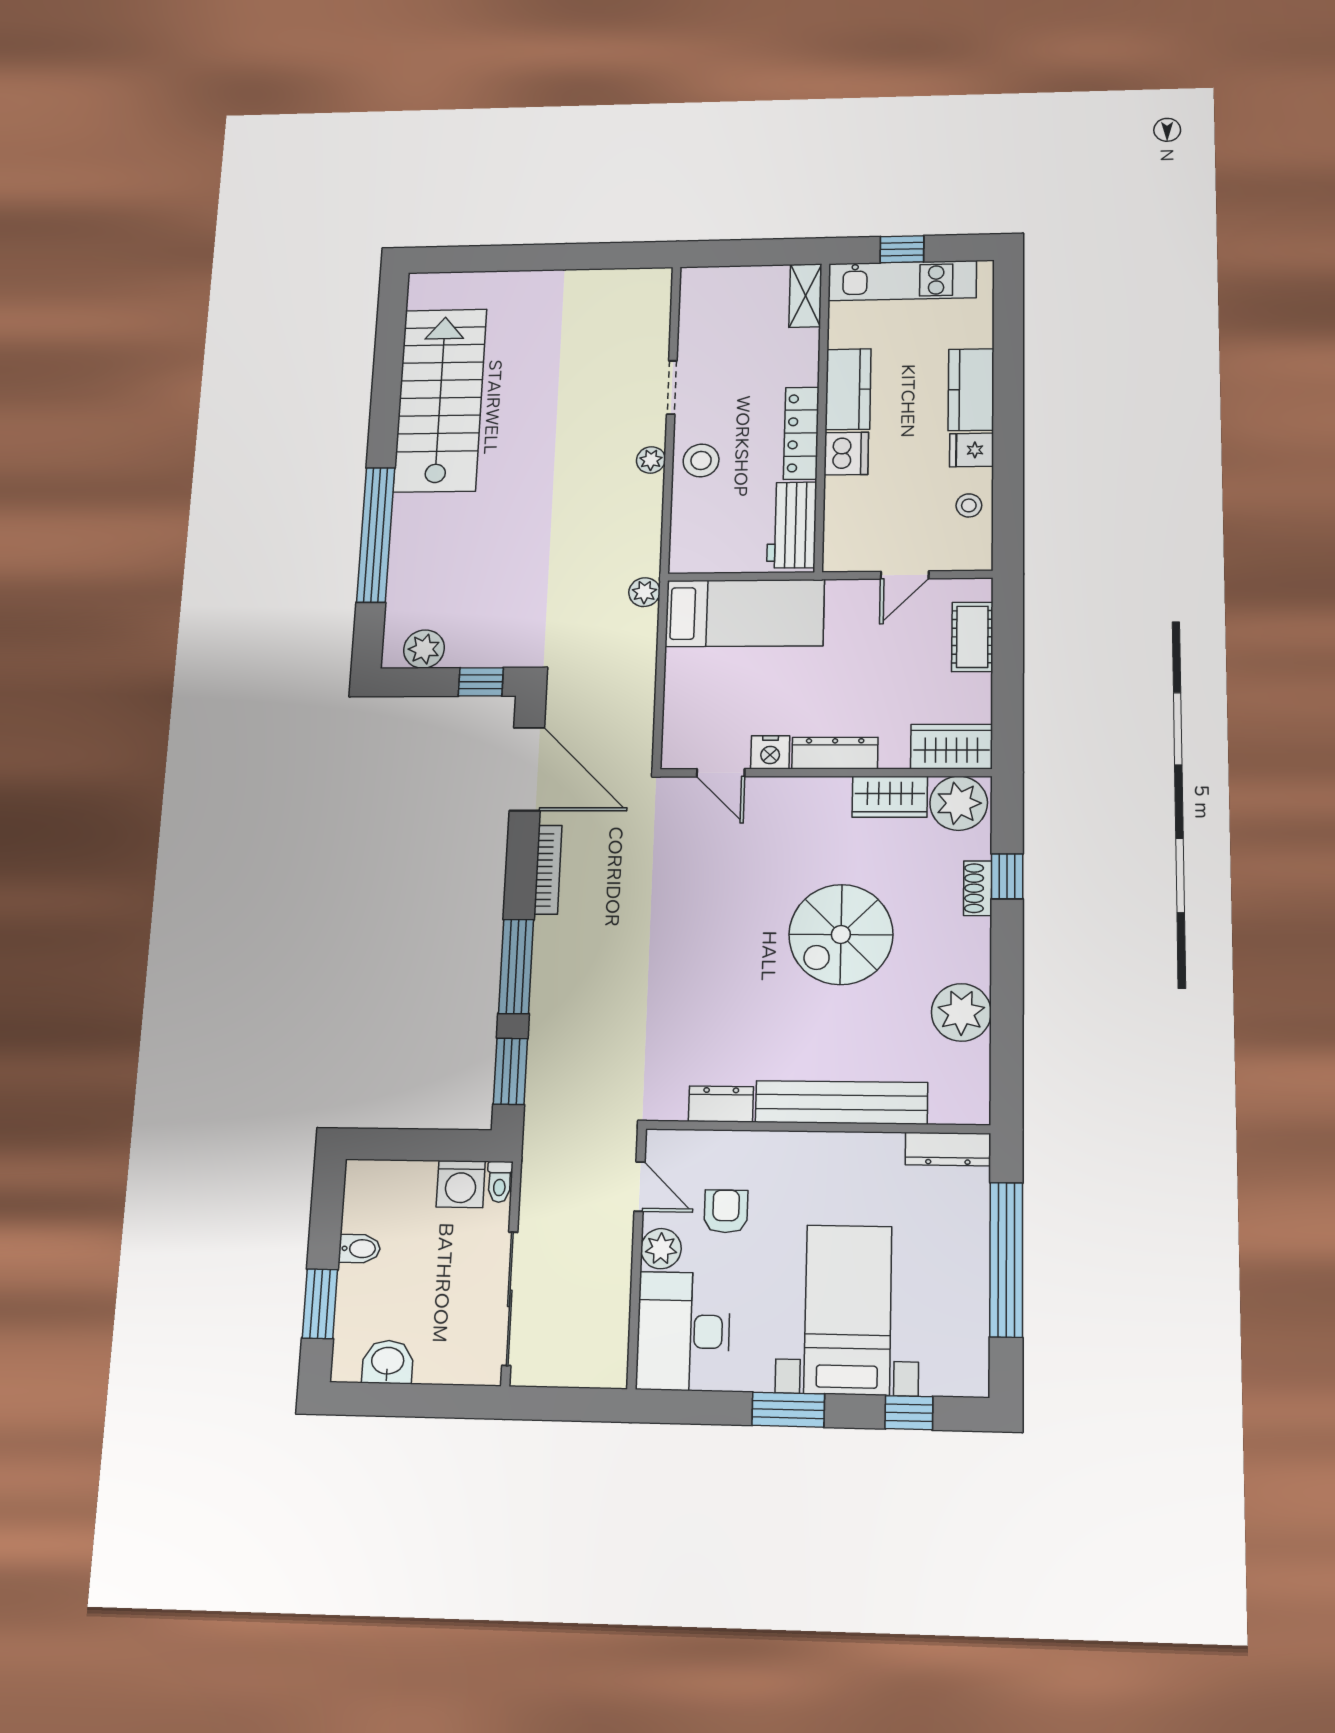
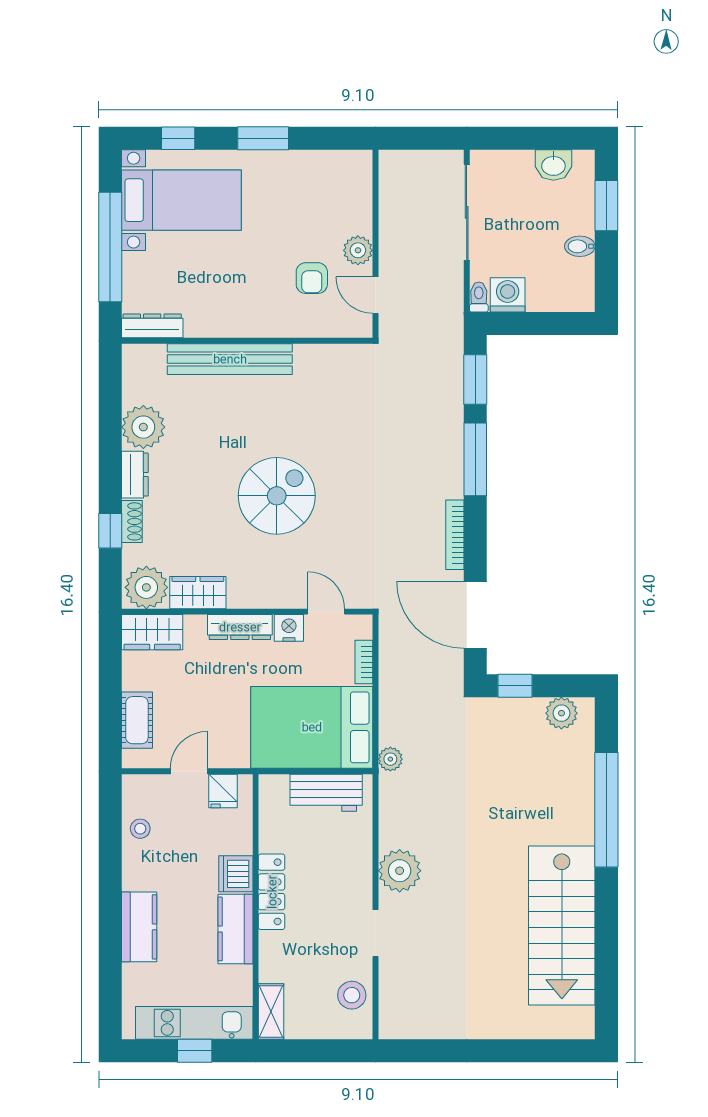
fridge: (971, 450) -> (223, 791), moved, turned 90
plant: (651, 460) -> (400, 871), width x1.88, depth x1.88
stool: (701, 461) -> (352, 995), moved
workbench: (792, 525) -> (326, 793), moved, turned 90
bed: (745, 613) -> (312, 727), width x1.50
bookcase: (674, 710) -> (364, 662), added
spiral stairs: (841, 934) -> (277, 496), moved
dresser: (721, 1104) -> (135, 475), moved, turned -90
bed with nightstands: (848, 1310) -> (181, 200), moved, turned -90
desk: (683, 1331) -> (340, 192), removed

